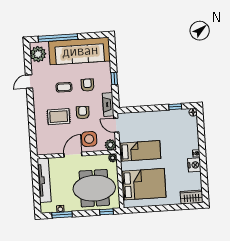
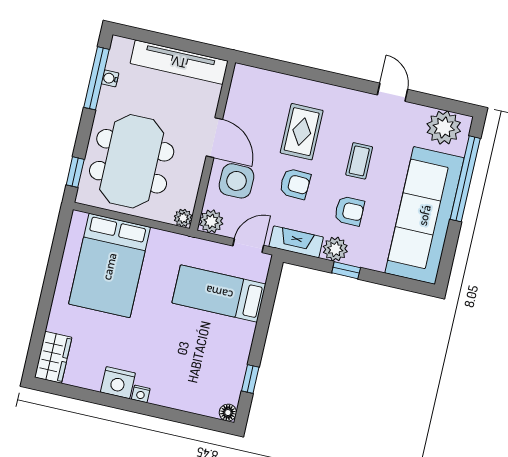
plant: (106, 86) -> (335, 249), added
bed: (140, 151) -> (219, 293), moved, turned 90
window: (62, 215) -> (97, 78), width x1.44

